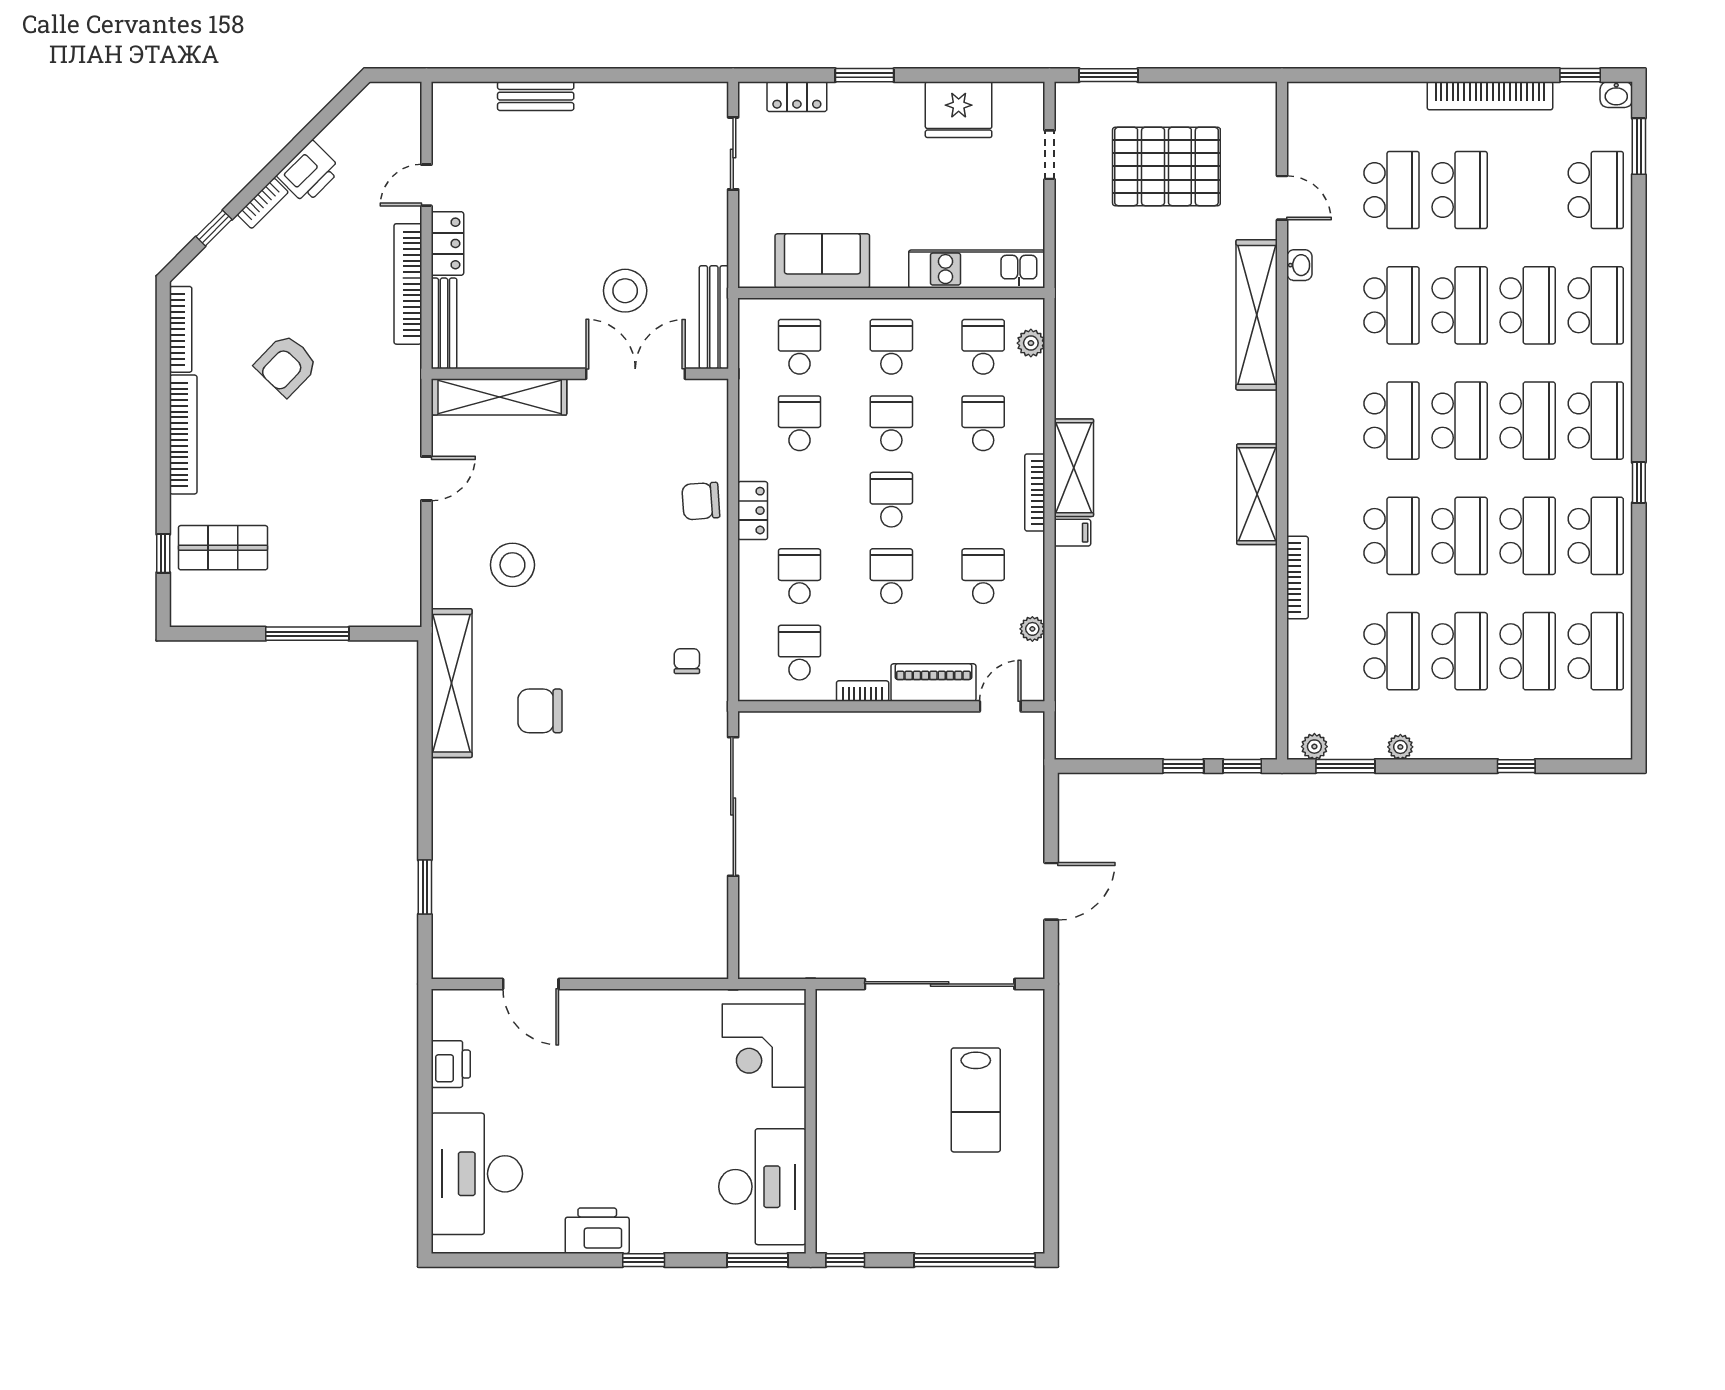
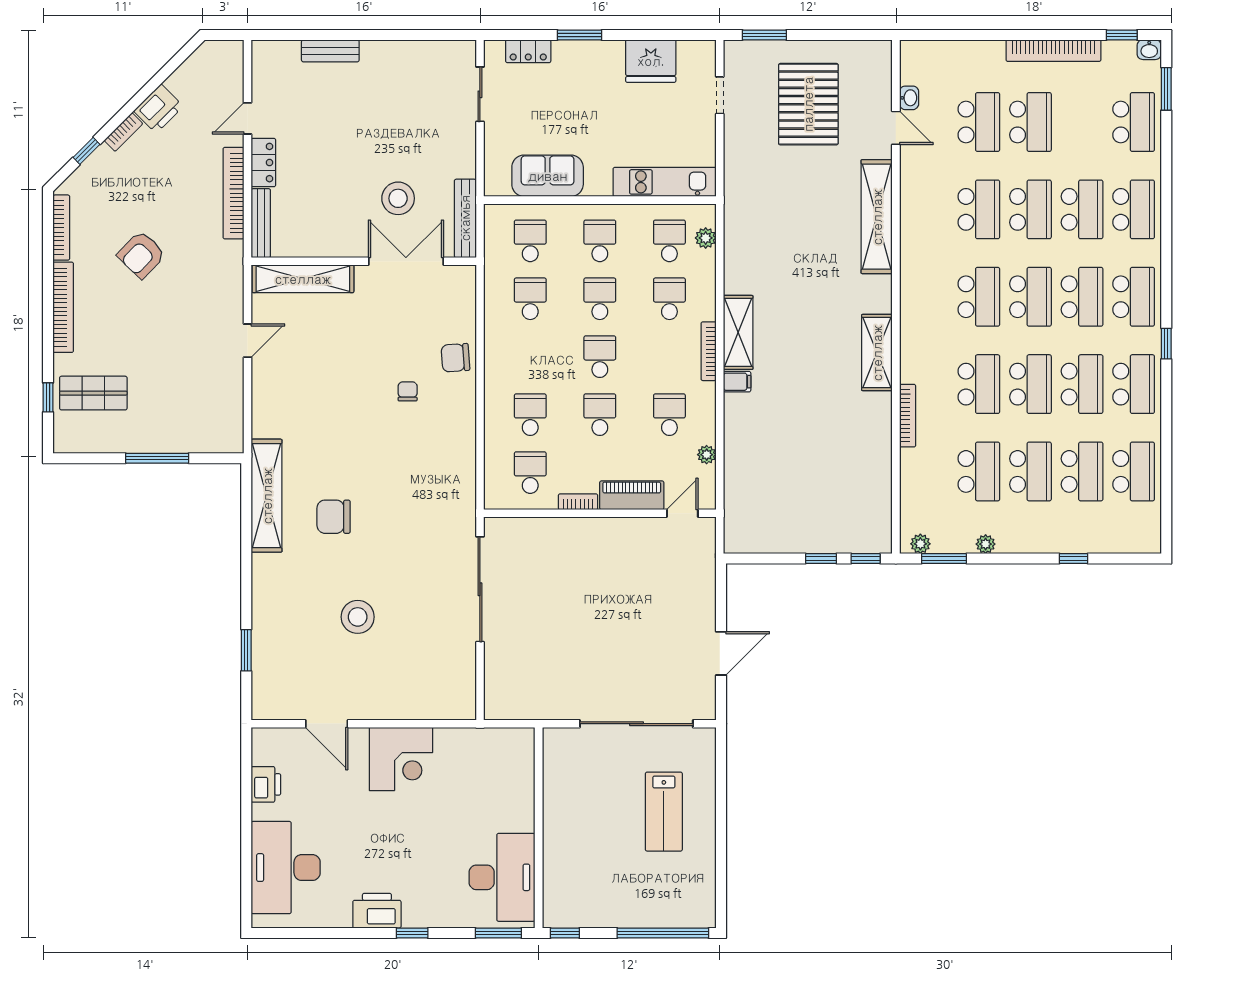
pallet: (1166, 166) -> (808, 104), turned 90
washbasin: (1299, 265) -> (909, 98), moved
locker: (753, 511) -> (495, 365), removed
stool: (512, 565) -> (358, 617), moved
chair: (687, 661) -> (408, 391), moved
corner desk: (764, 1046) -> (401, 759), moved, turned -90

